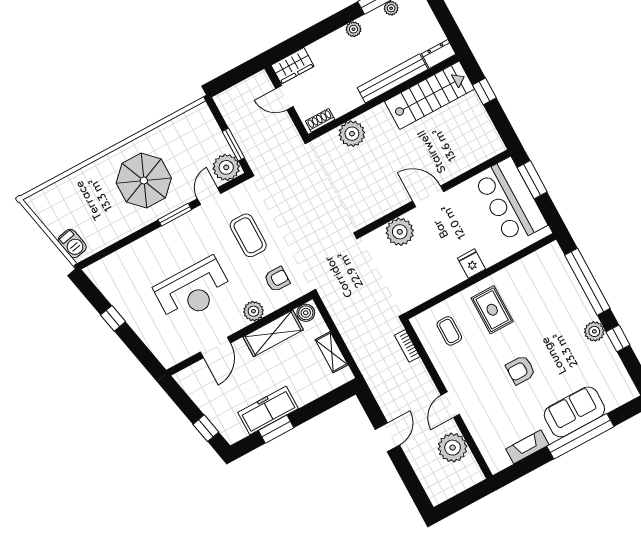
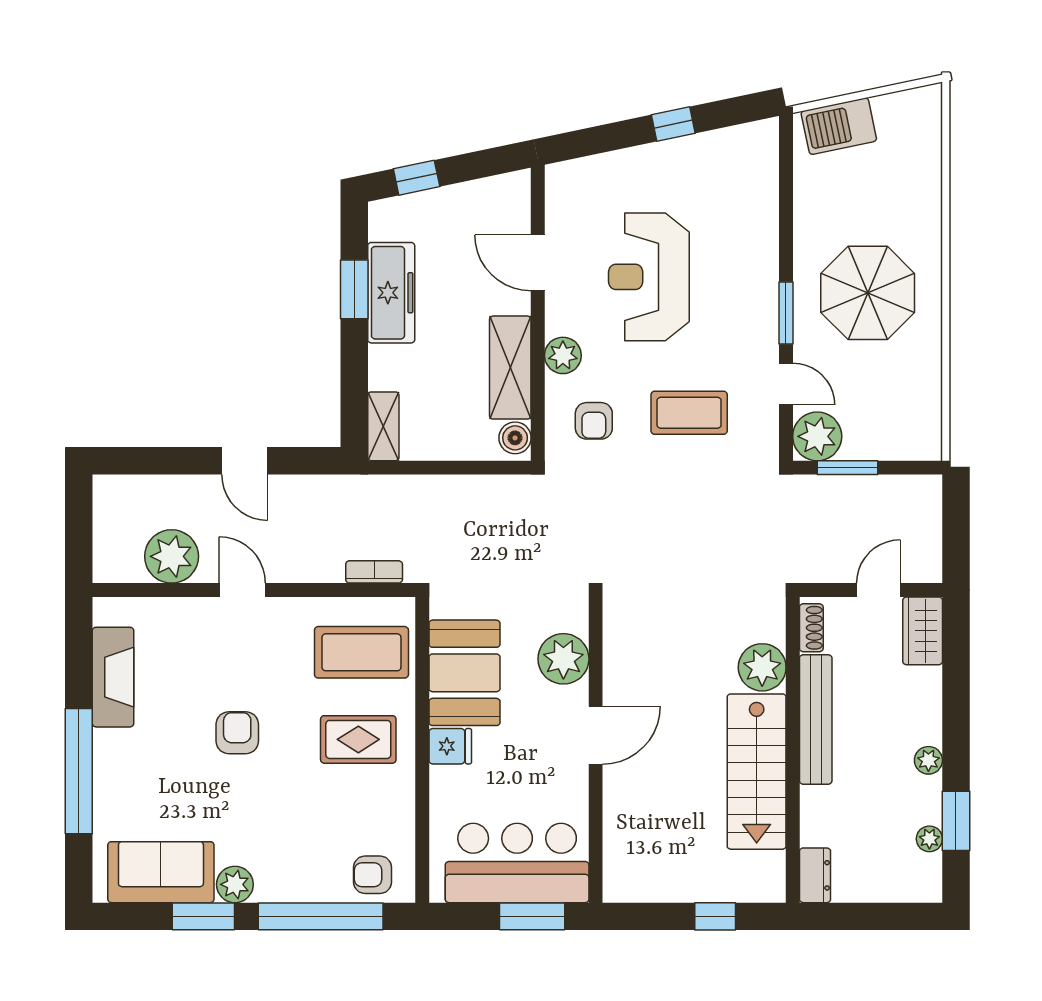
bench: (393, 78) -> (816, 719), moved
stairs: (429, 95) -> (757, 772), moved
barbecue: (72, 243) -> (839, 126), width x1.38, depth x1.27
armchair: (554, 268) -> (372, 875), added
booth: (432, 276) -> (464, 673), added
coffee table: (449, 331) -> (361, 652), width x1.86, depth x1.72
window: (618, 338) -> (203, 916), width x1.50
shelving: (332, 352) -> (383, 426), moved, turned 90
sofa: (574, 412) -> (161, 872), moved, turned -90
fireplace: (527, 447) -> (113, 677), width x1.37, depth x1.32

